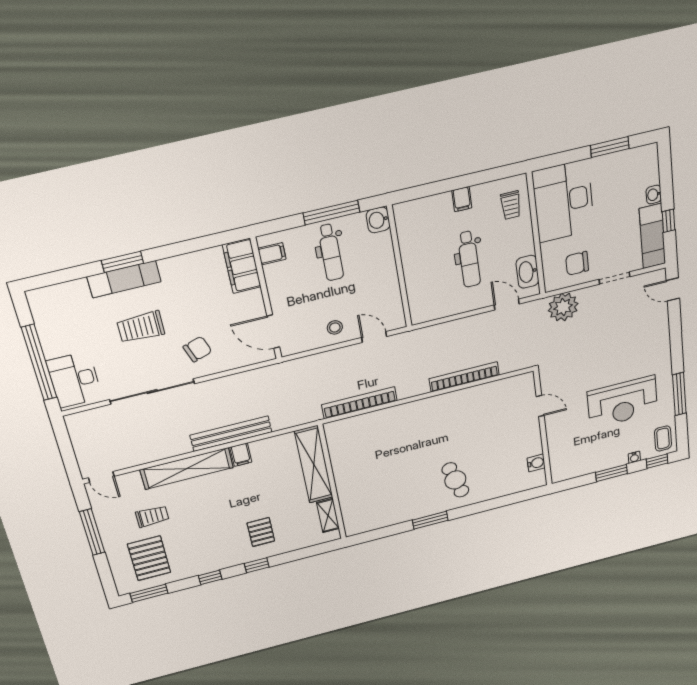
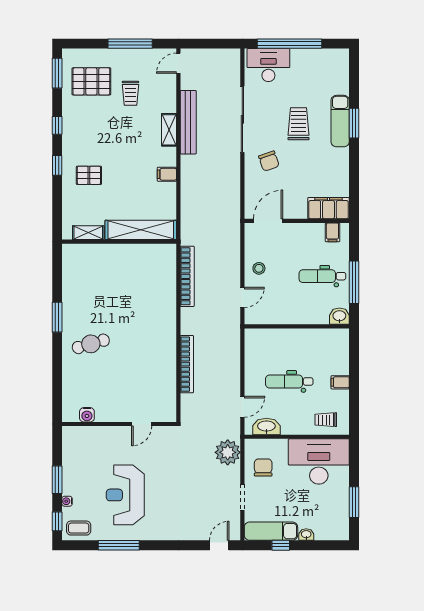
bench: (231, 434) -> (188, 122), moved
shelving: (187, 469) -> (169, 130), width x0.45, depth x0.75

